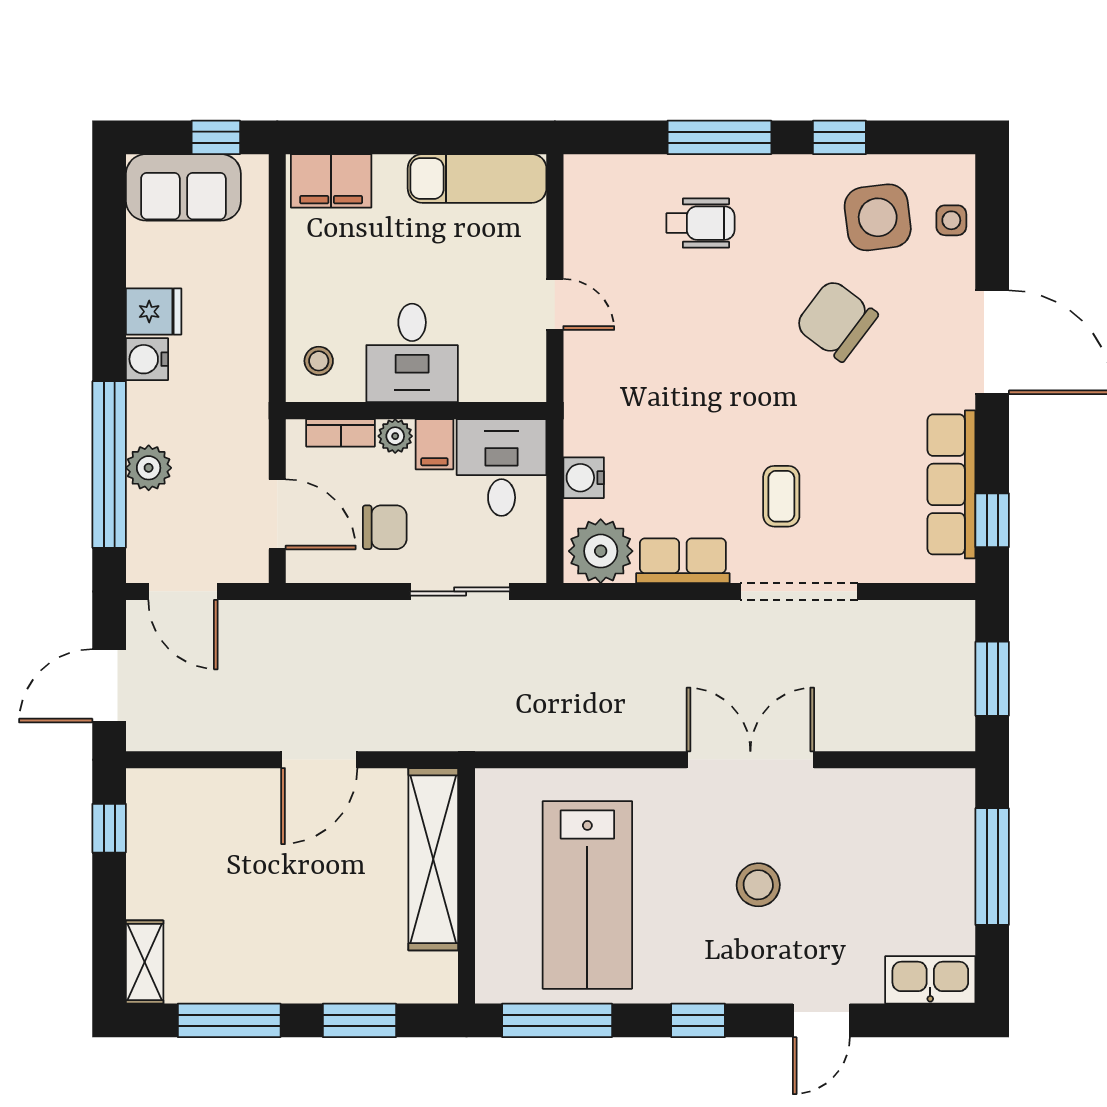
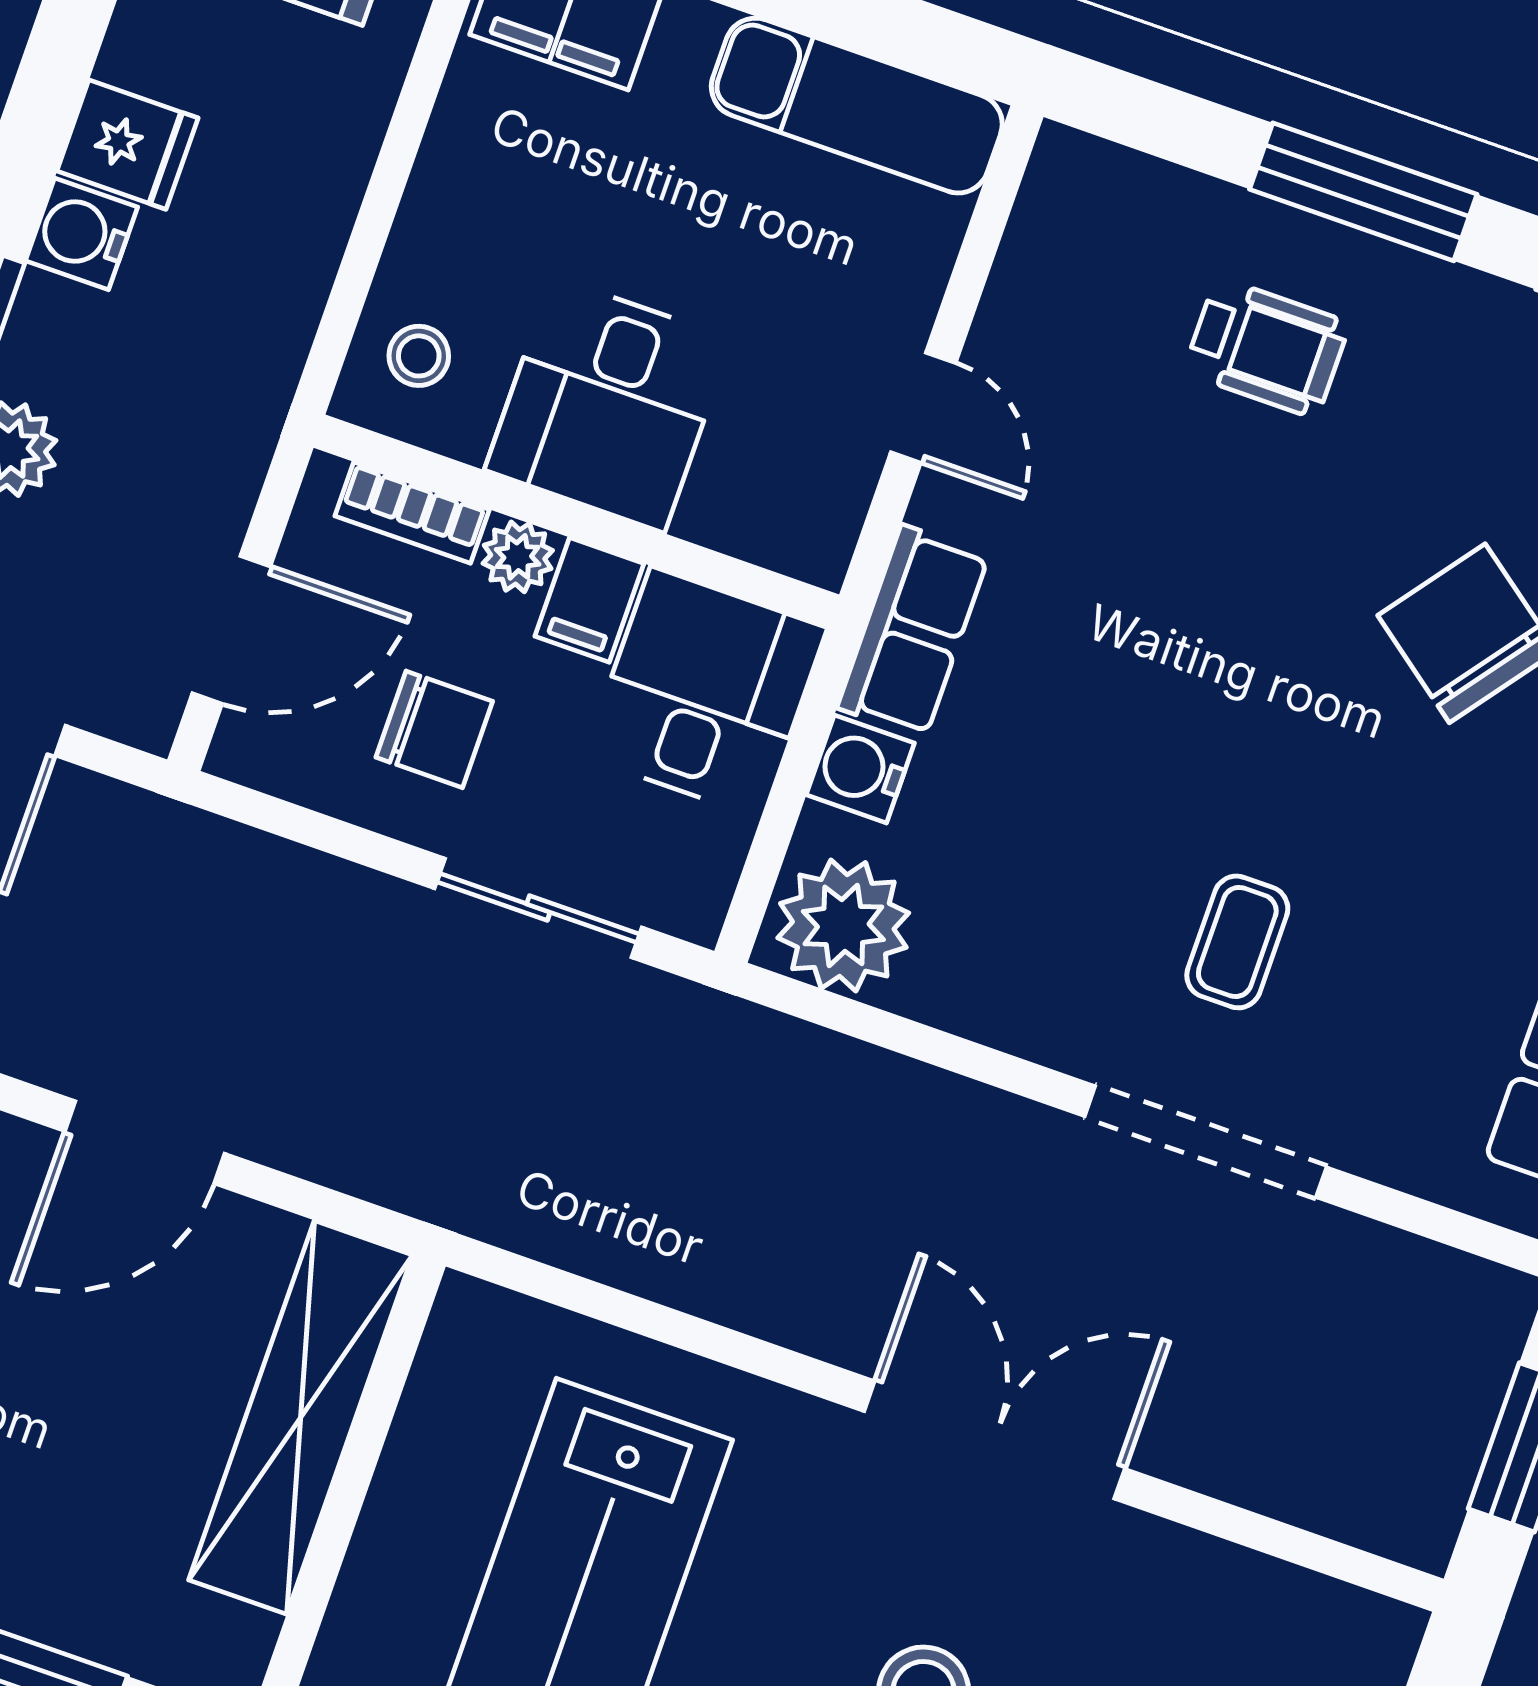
door: (277, 514) -> (231, 630), hinge flipped
row of seats: (683, 561) -> (913, 631), moved, turned 90

